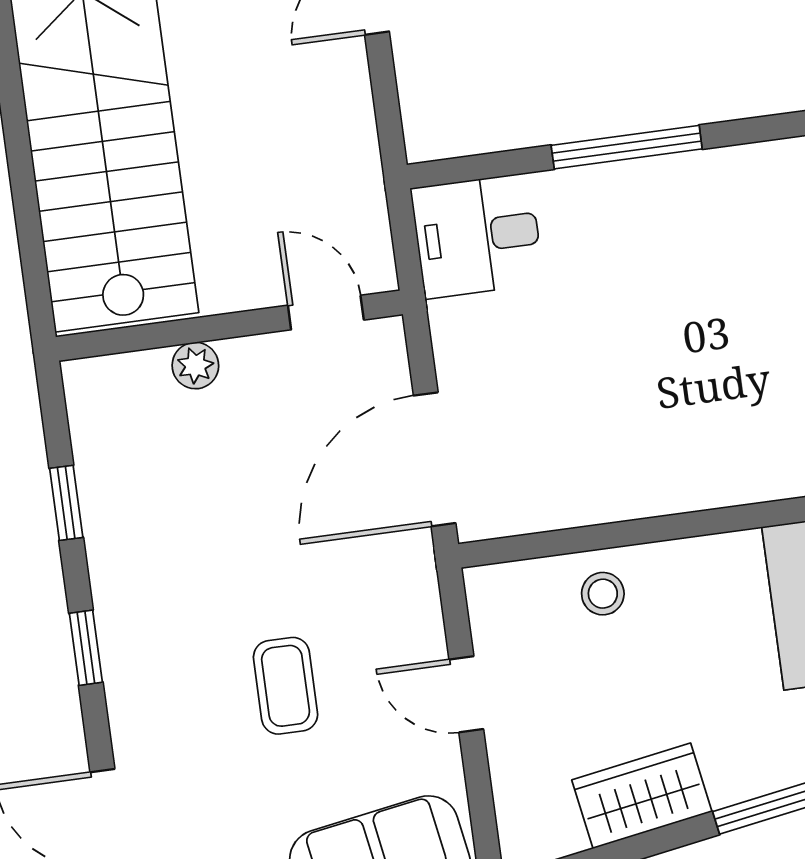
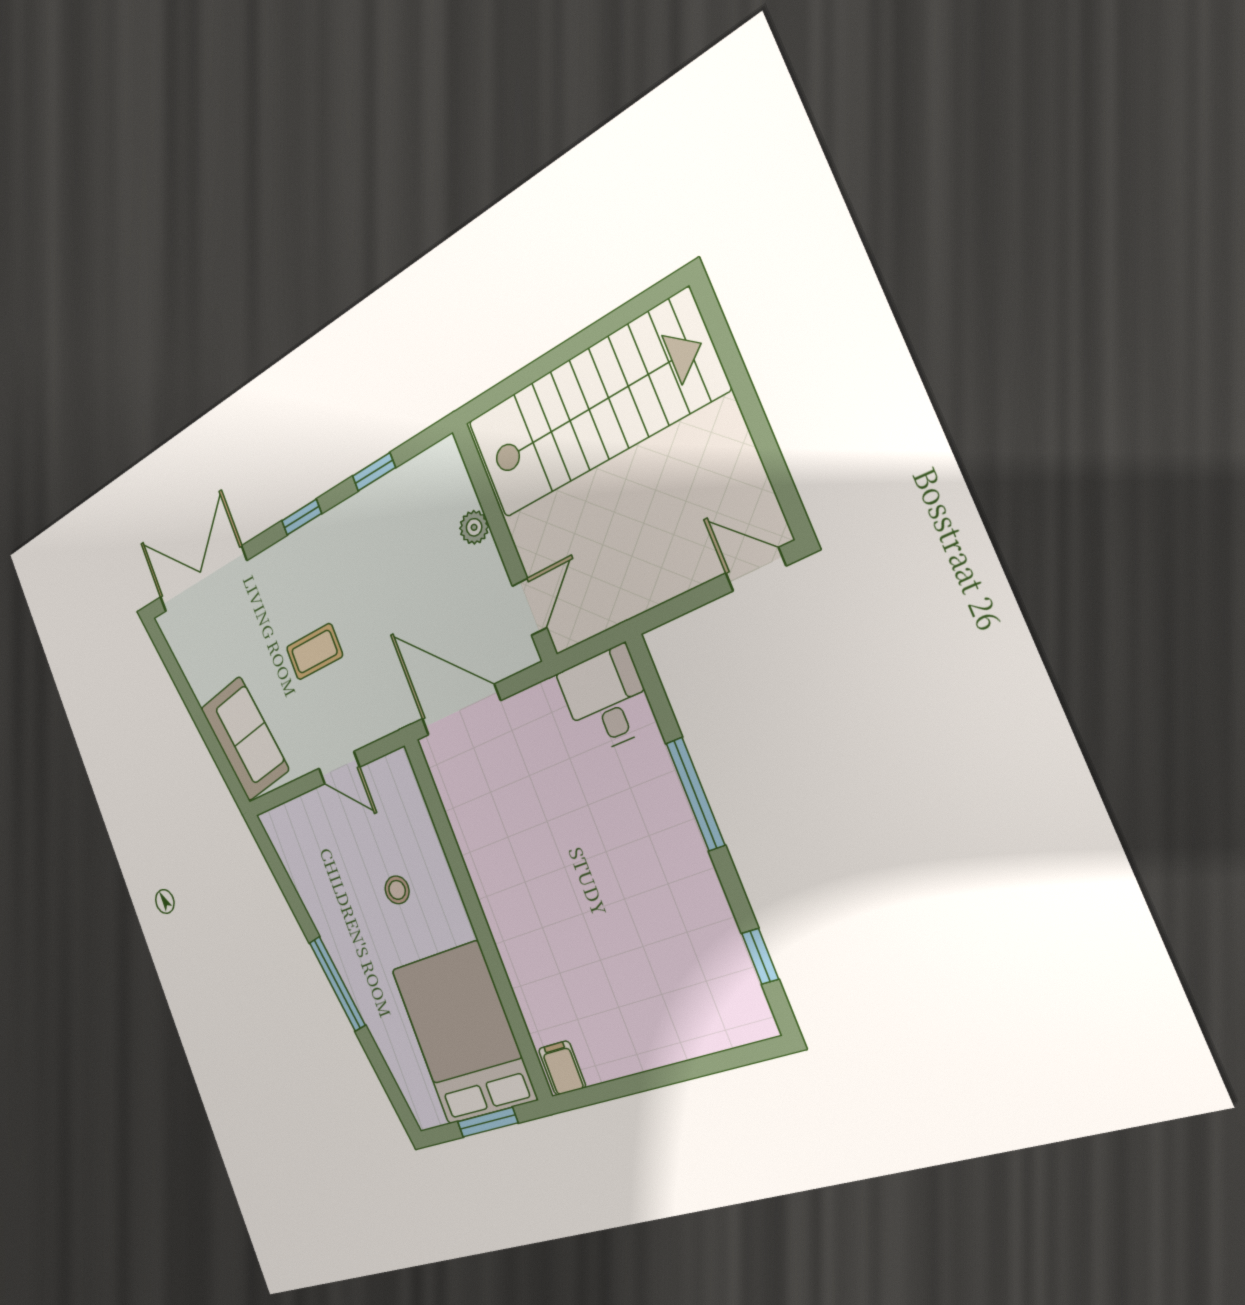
stool: (603, 594) -> (397, 890), moved
door: (466, 694) -> (339, 768), swing flipped
wardrobe: (642, 796) -> (316, 891), removed

